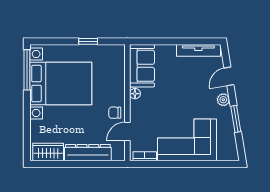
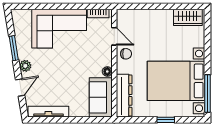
window: (88, 41) -> (166, 120), moved
door: (127, 131) -> (114, 36), hinge flipped
dresser: (88, 153) -> (124, 96), moved, turned -90

